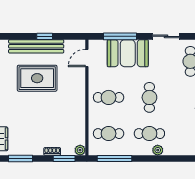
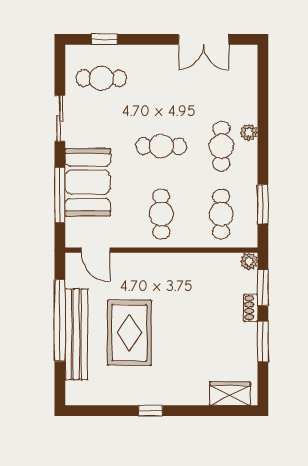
window: (45, 36) -> (60, 320), width x3.17
window: (20, 159) -> (263, 342), moved
window: (114, 159) -> (263, 204), width x0.69

